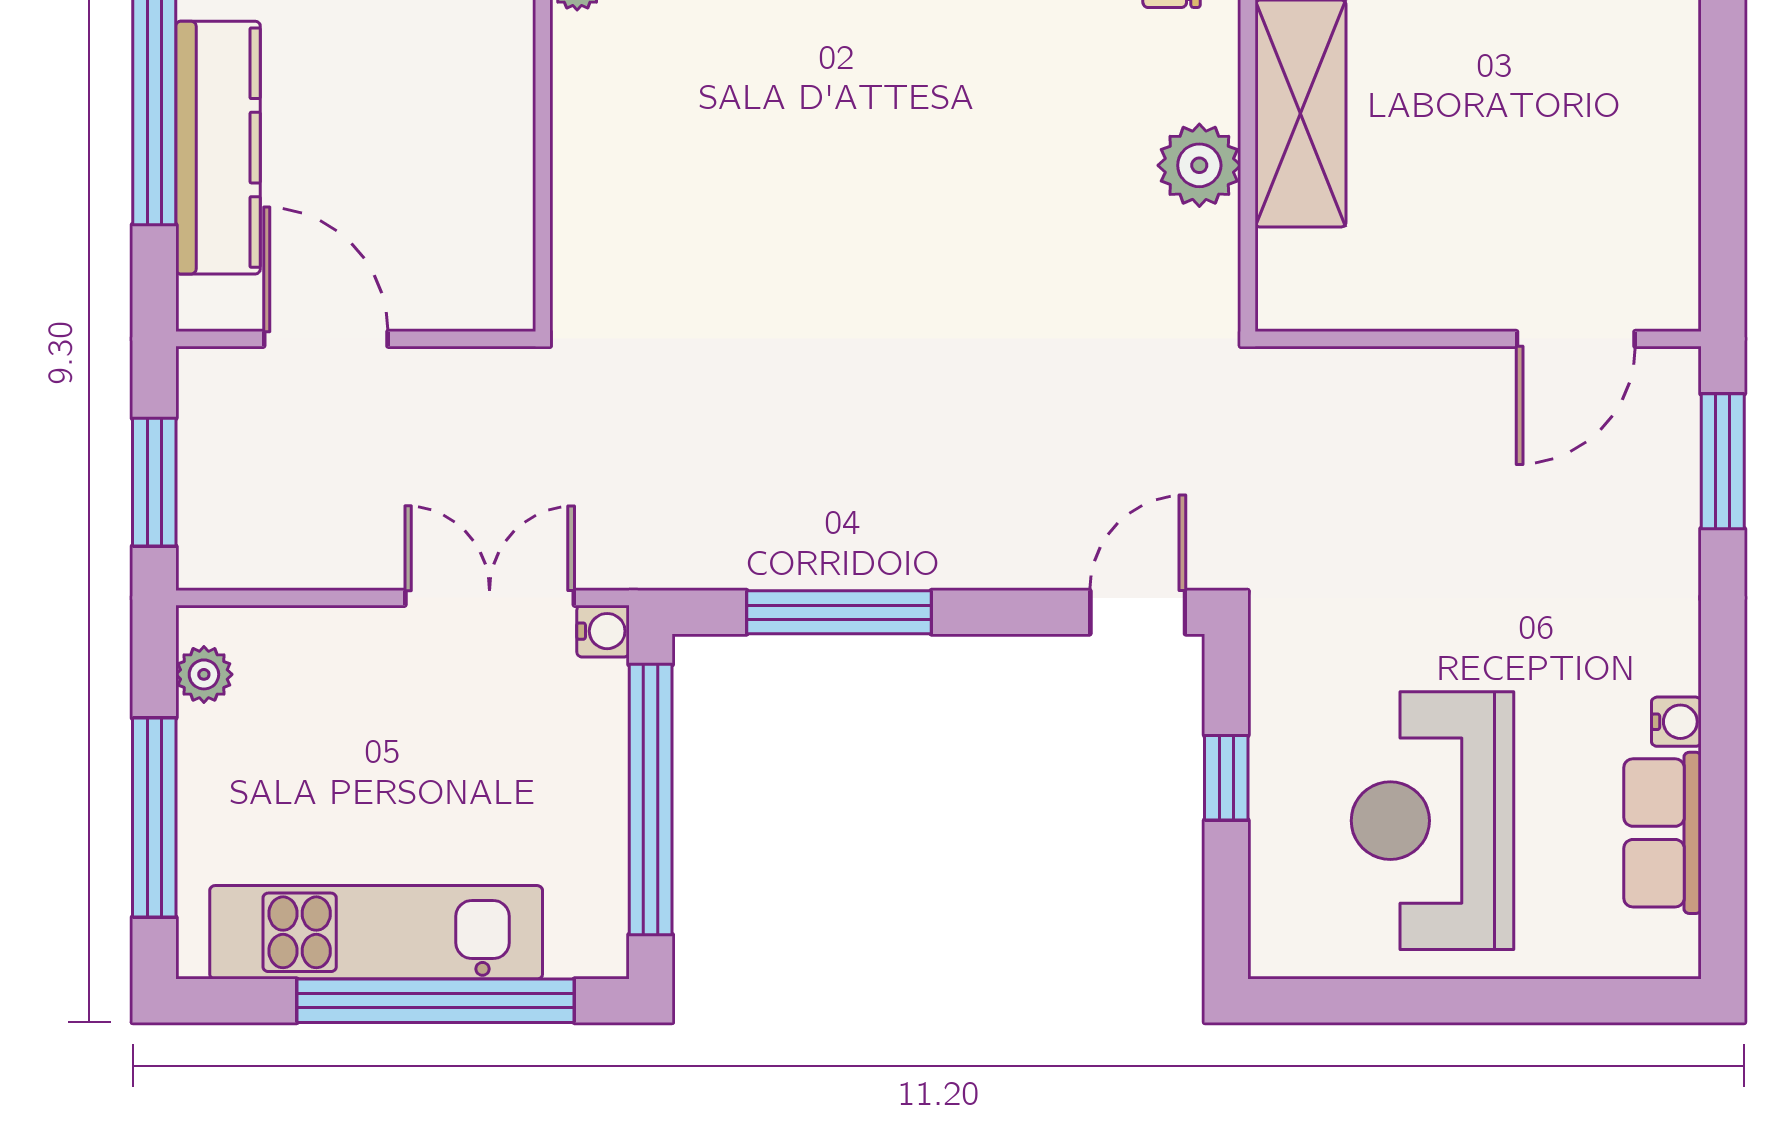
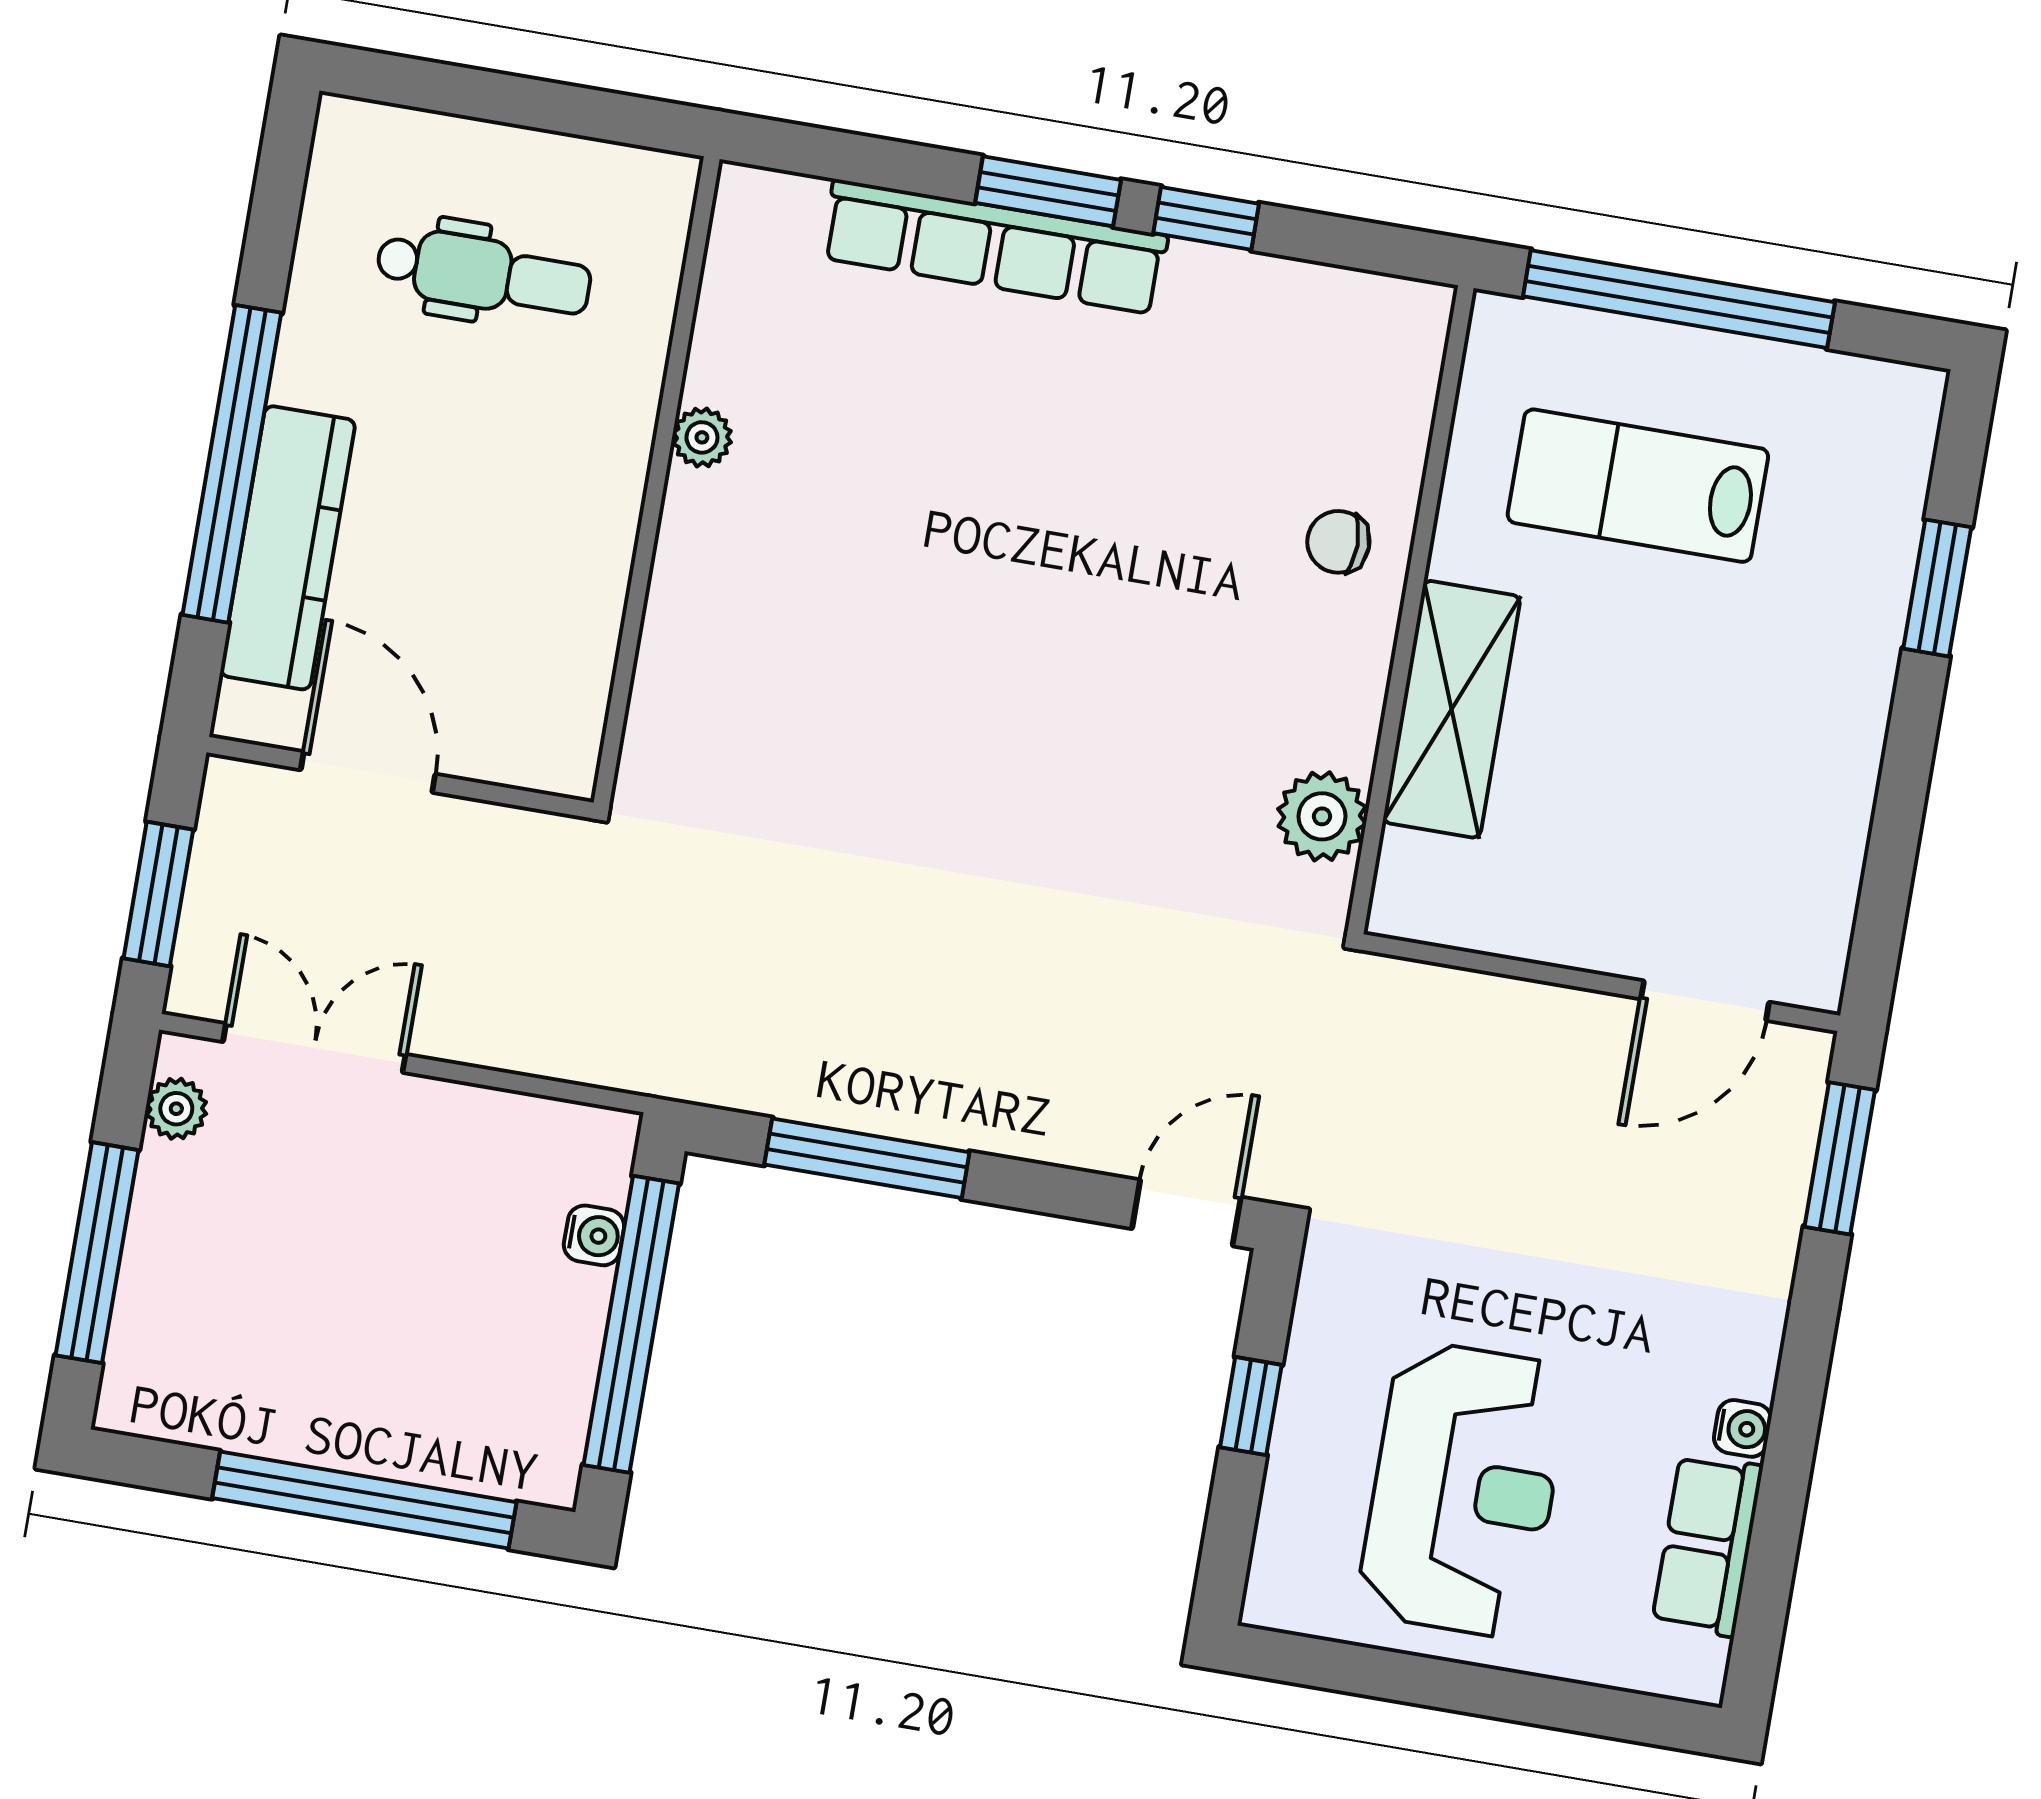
plant: (1199, 165) -> (1322, 816), moved
double door: (490, 598) -> (314, 1048), moved
water cooler: (603, 631) -> (594, 1235), moved
reception desk: (1433, 821) -> (1464, 1490), turned 180
kitchen unit: (376, 932) -> (313, 1416), removed

